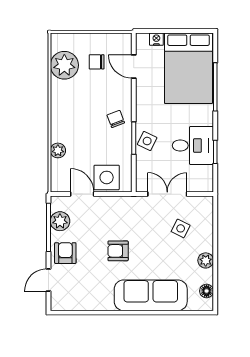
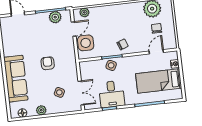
bed: (189, 68) -> (159, 81), width x0.67
plant: (58, 150) -> (84, 12), moved
double door: (167, 194) -> (81, 93), moved
armchair: (118, 251) -> (48, 63), moved
armchair: (65, 253) -> (36, 23), removed

